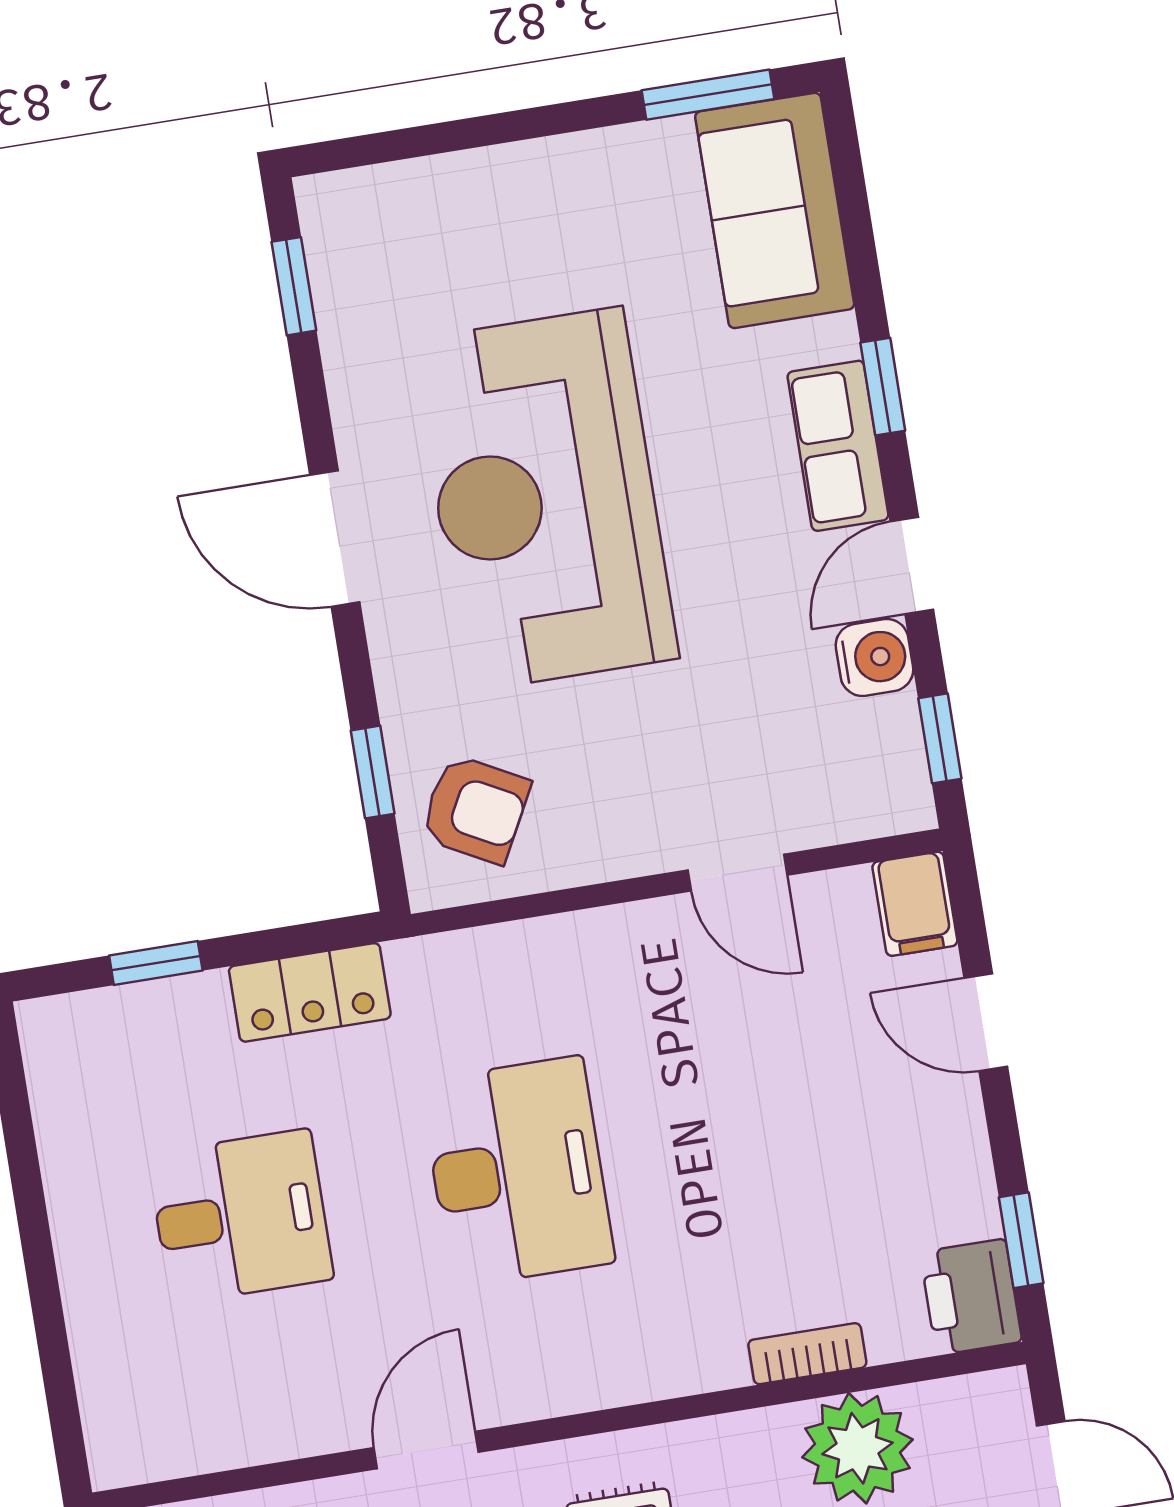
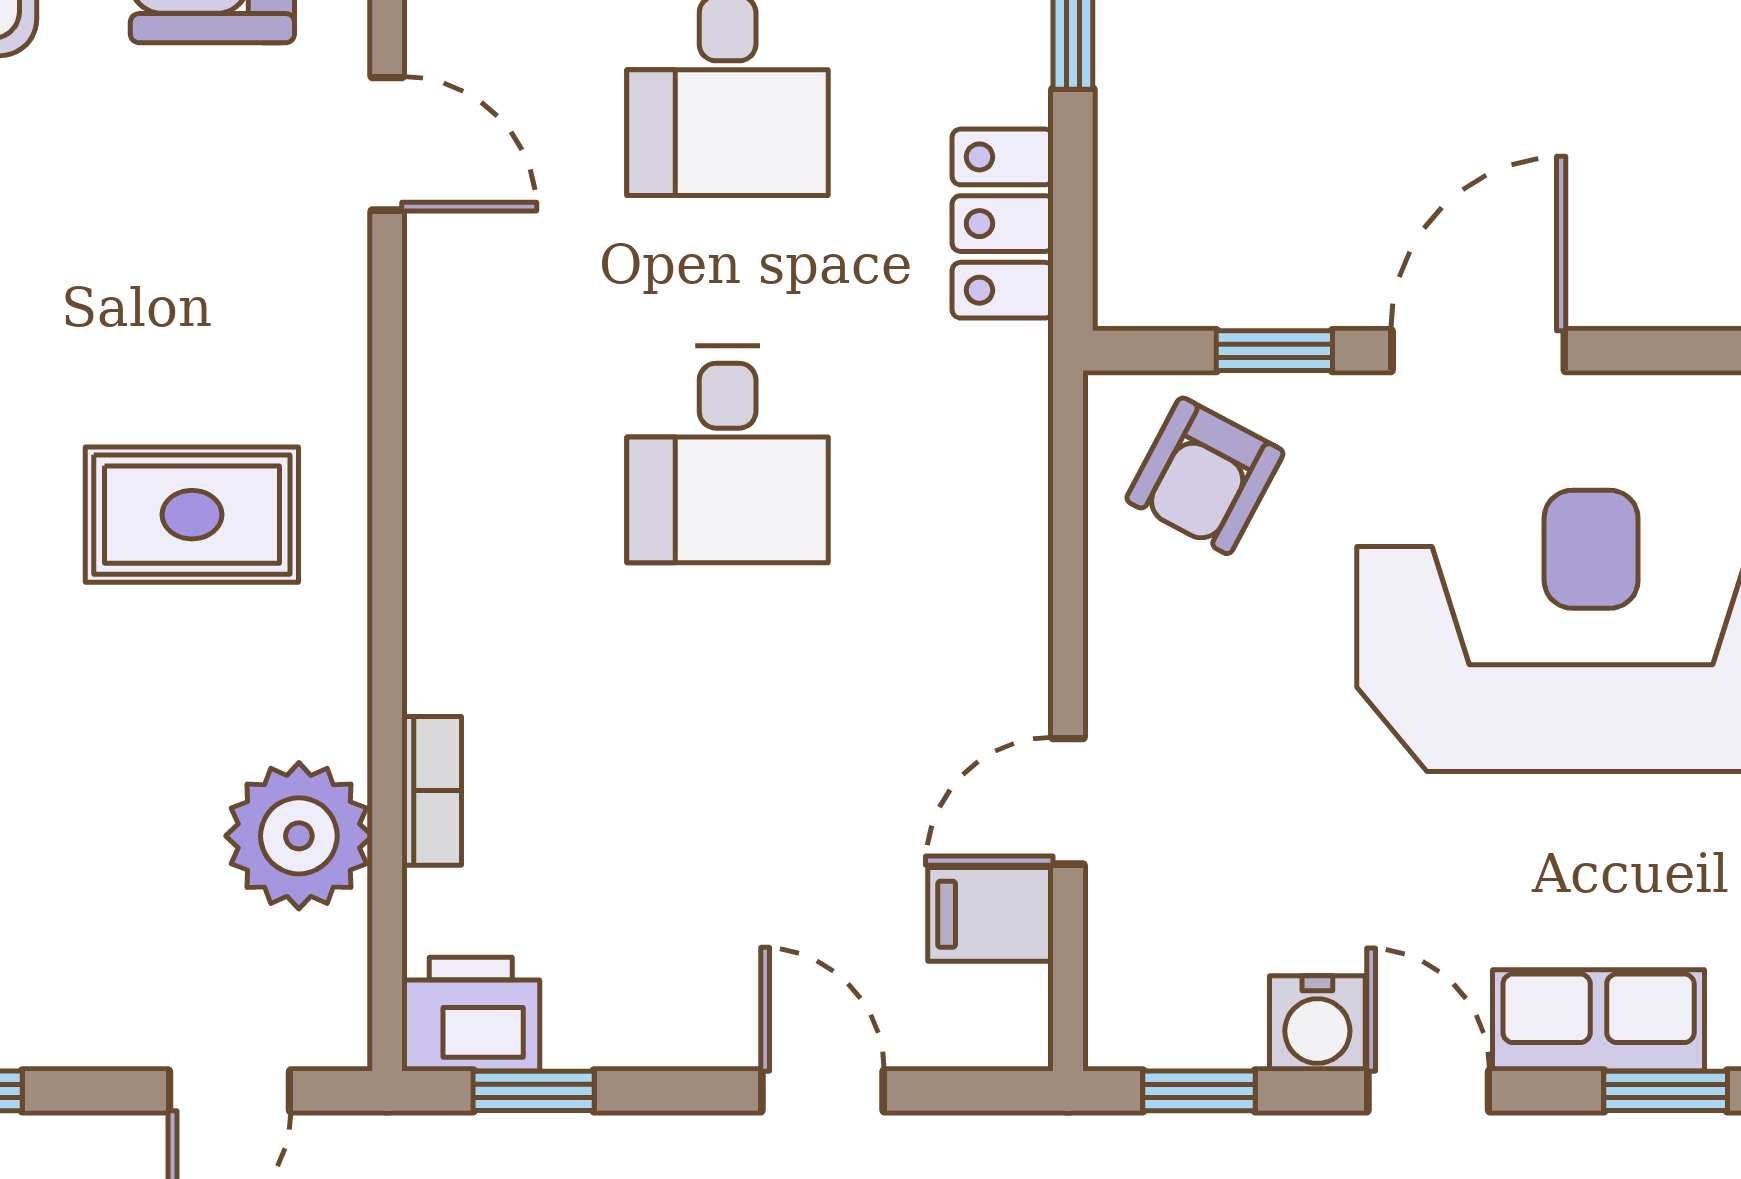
door: (335, 539) -> (1478, 351), moved
filing cabinet: (915, 904) -> (990, 914), moved
door: (986, 1022) -> (823, 1091), hinge flipped
desk: (517, 1172) -> (728, 454), width x0.73
door: (426, 1450) -> (387, 144), moved

